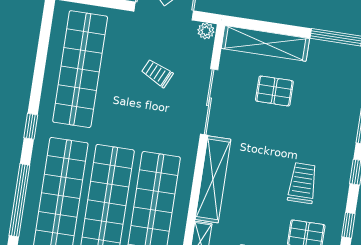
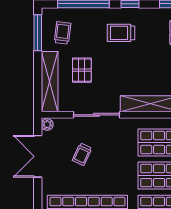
trolley: (331, 72) -> (63, 33), added
trolley: (302, 183) -> (121, 33), moved

